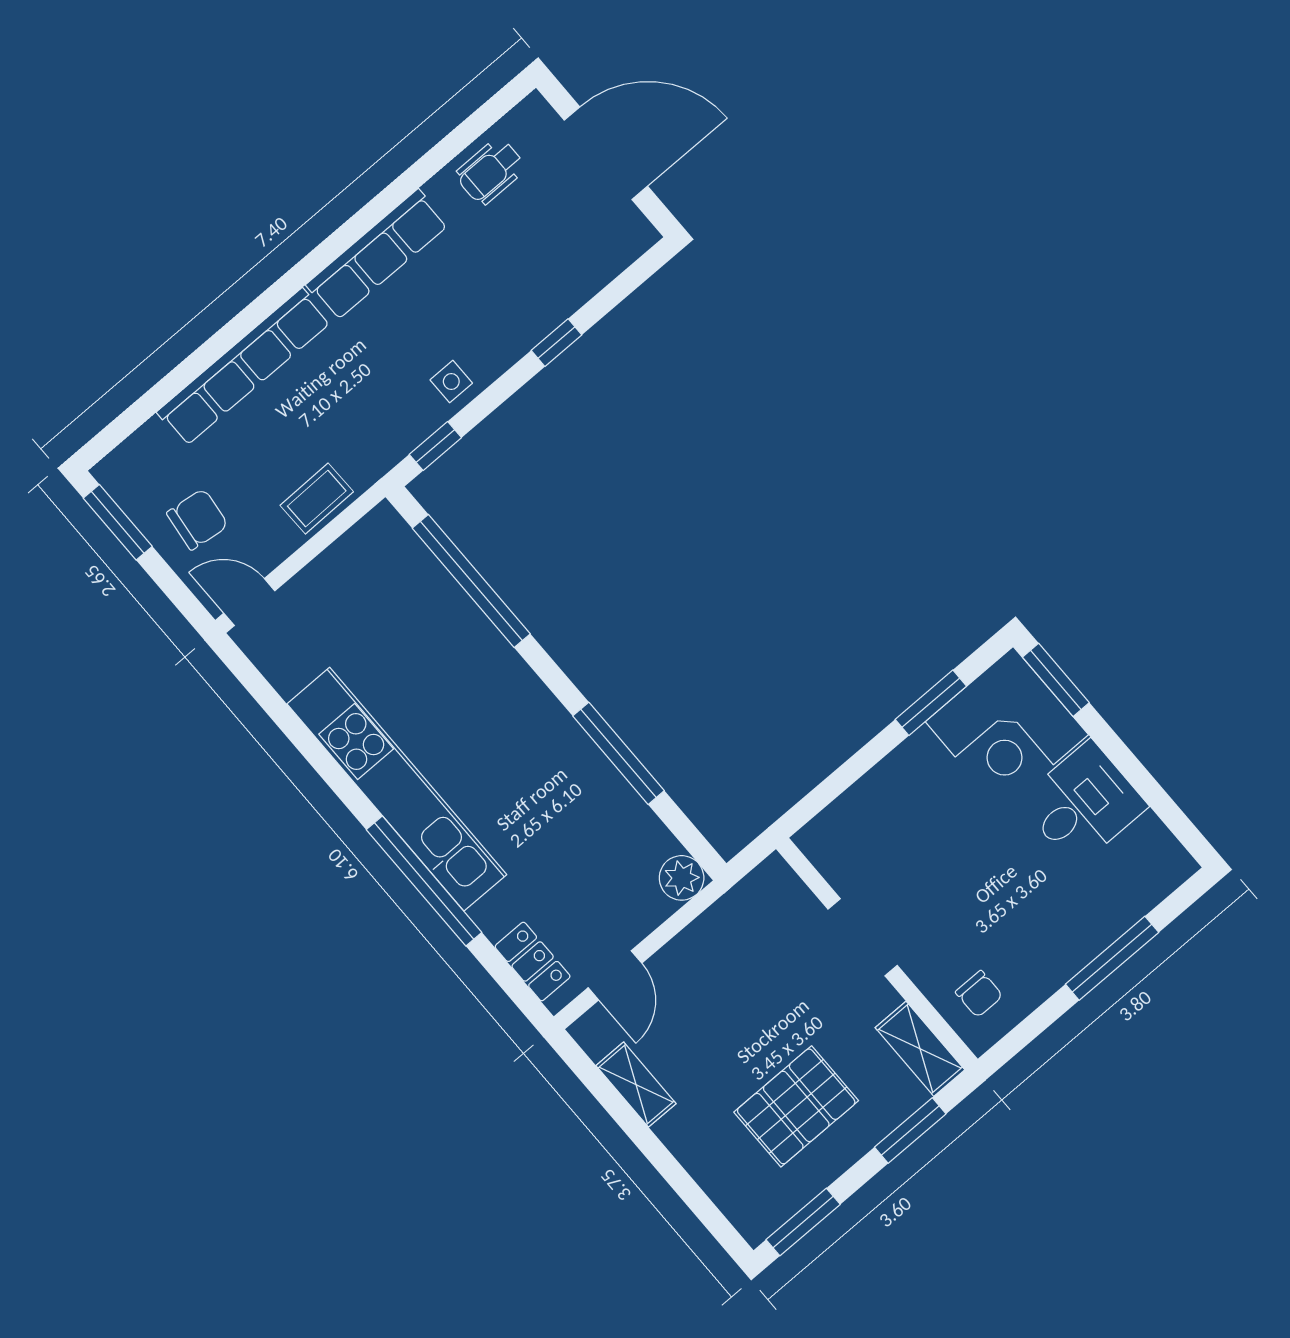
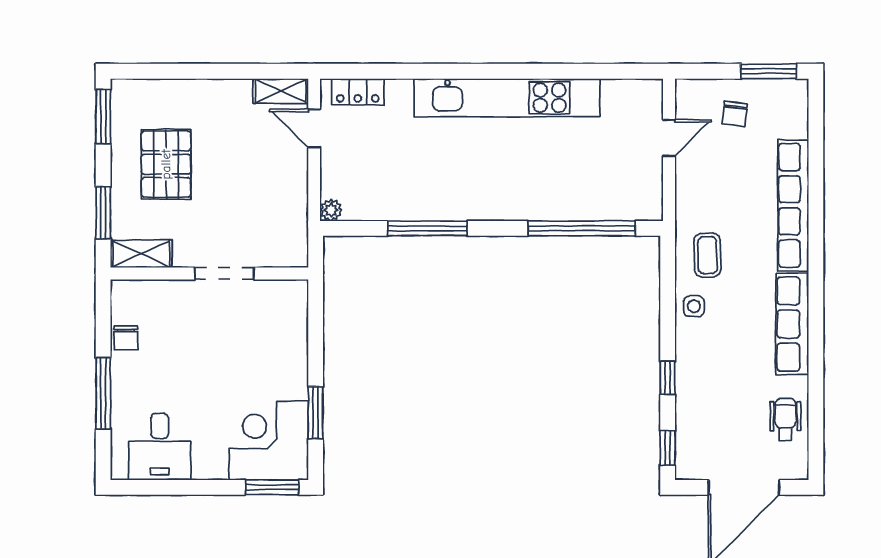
window: (435, 446) -> (668, 448), moved
coffee table: (317, 498) -> (708, 255), moved
chair: (197, 519) -> (735, 114), width x0.73, depth x0.73
door: (249, 602) -> (669, 138), moved
desk: (1083, 804) -> (160, 447), moved
plant: (682, 878) -> (331, 210), width x0.73, depth x0.73
window: (424, 881) -> (447, 71), removed
chair: (979, 994) -> (126, 338), moved, turned -90
shelving: (636, 1085) -> (281, 91), moved

